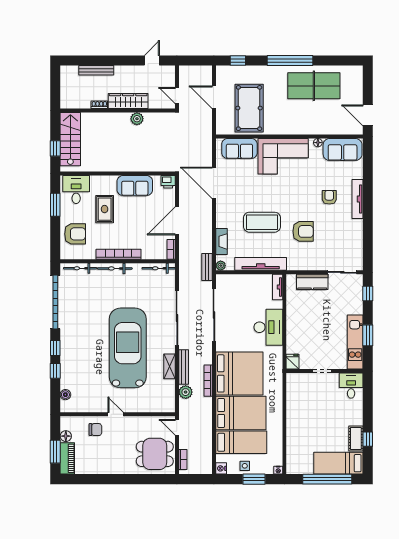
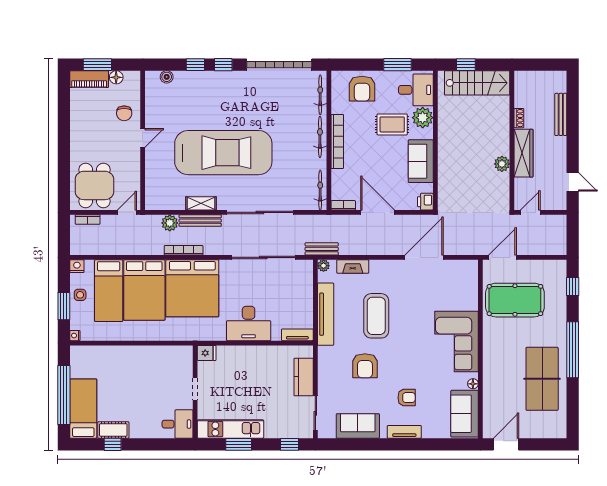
door: (214, 97) -> (503, 257), moved
sofa: (239, 148) -> (358, 426), moved, turned 90
plant: (99, 184) -> (423, 118), added
tv unit: (357, 199) -> (404, 432), width x0.71

